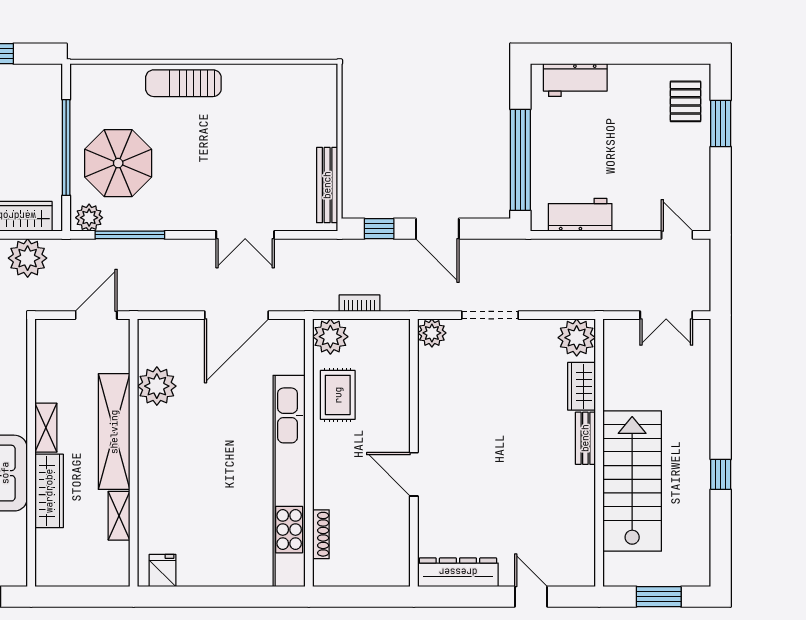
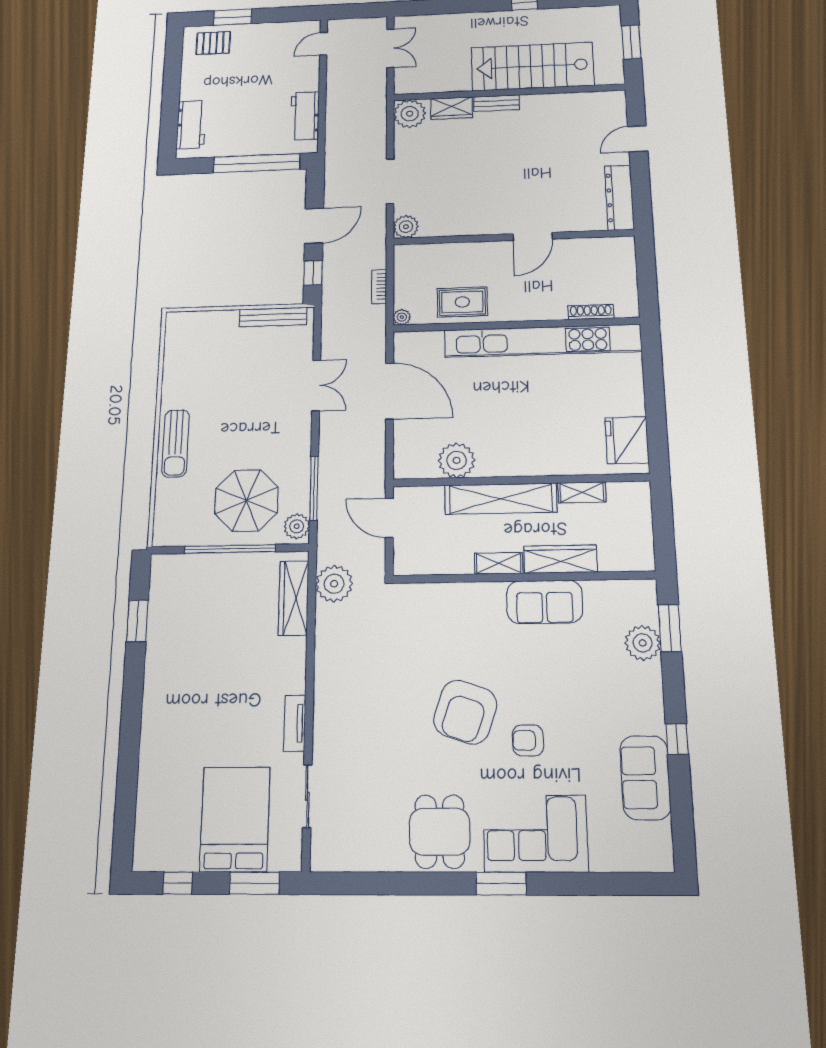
plant: (330, 337) -> (402, 317), width x0.53, depth x0.53
fridge: (162, 570) -> (627, 440), width x1.88, depth x1.34

